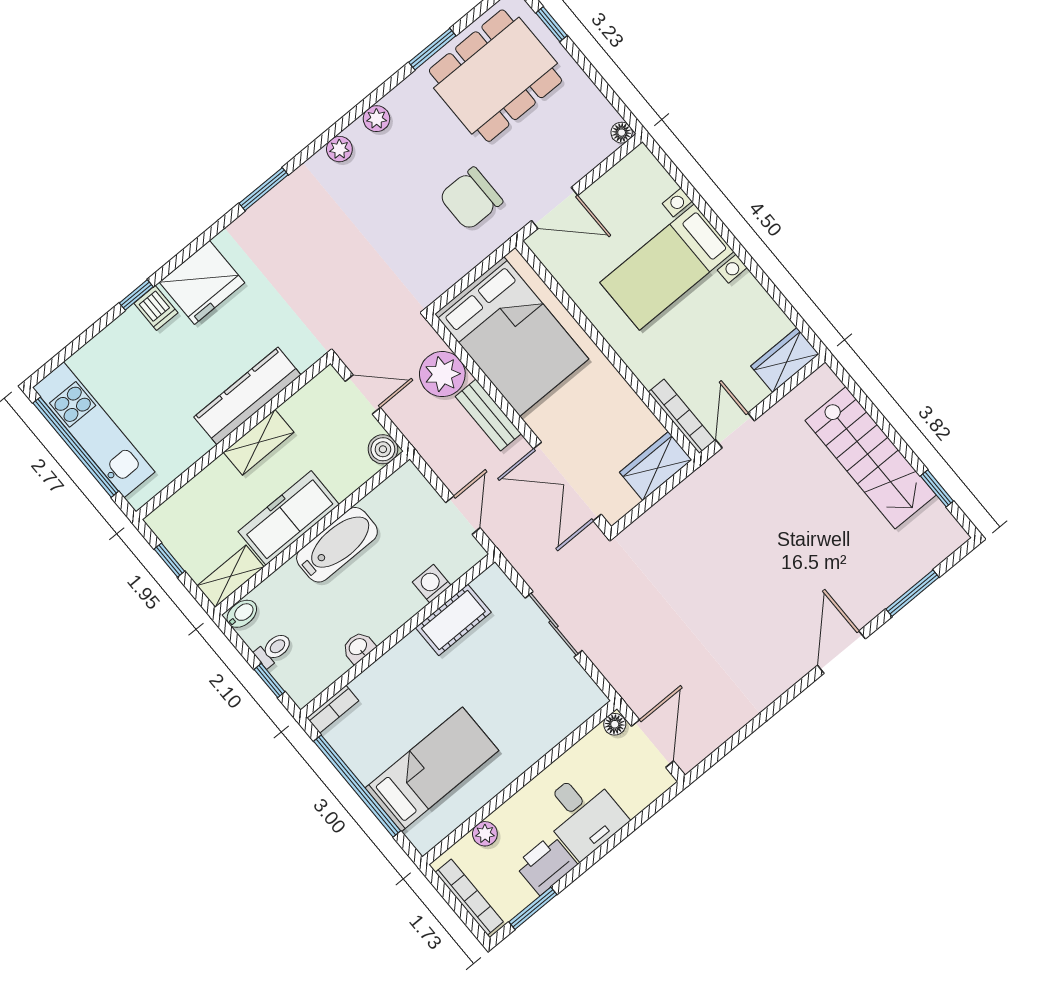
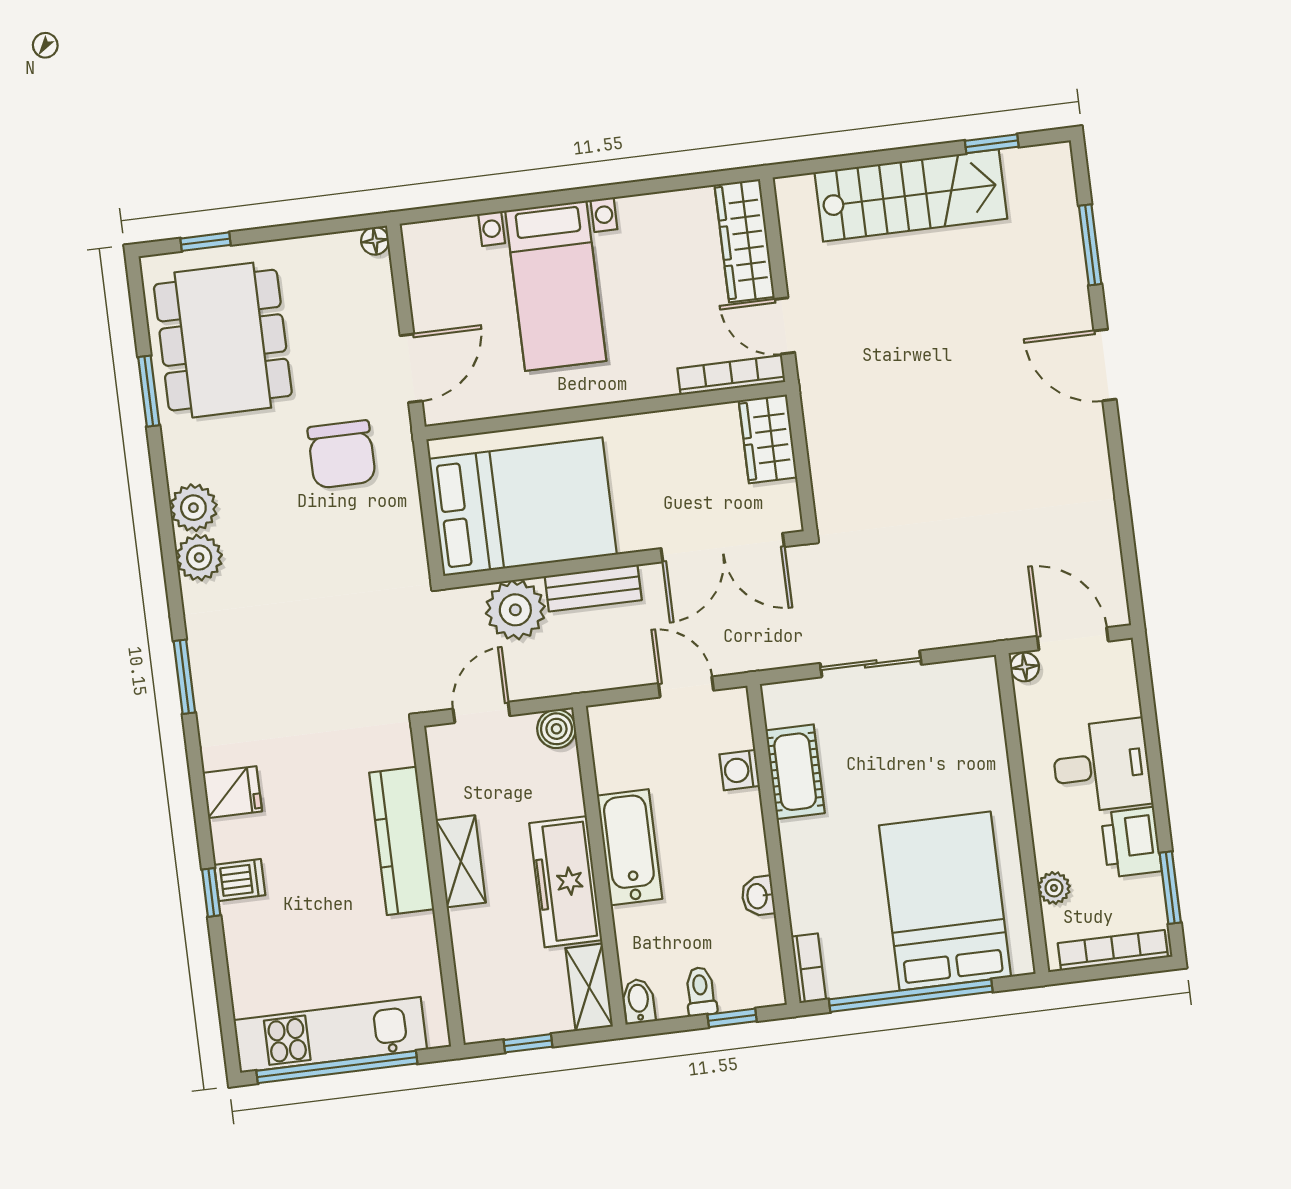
plant: (376, 119) -> (193, 508), width x1.38, depth x1.38
plant: (339, 149) -> (199, 557), width x1.38, depth x1.38
fridge: (202, 282) -> (232, 792), width x0.53, depth x0.75
wardrobe: (785, 360) -> (745, 241), width x1.50
bed: (432, 769) -> (945, 901), width x1.50

